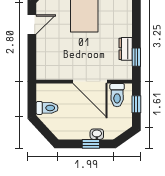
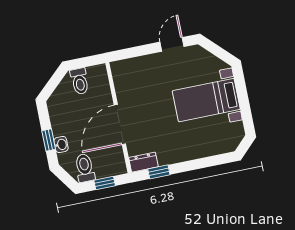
door: (32, 24) -> (172, 44), swing flipped
dresser: (126, 49) -> (143, 162), moved
toilet: (117, 95) -> (85, 168), moved, turned 90

